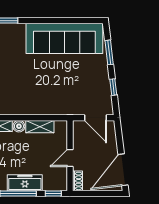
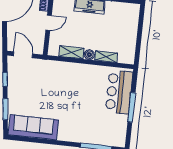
sofa: (64, 38) -> (33, 127), width x0.74, depth x0.79

